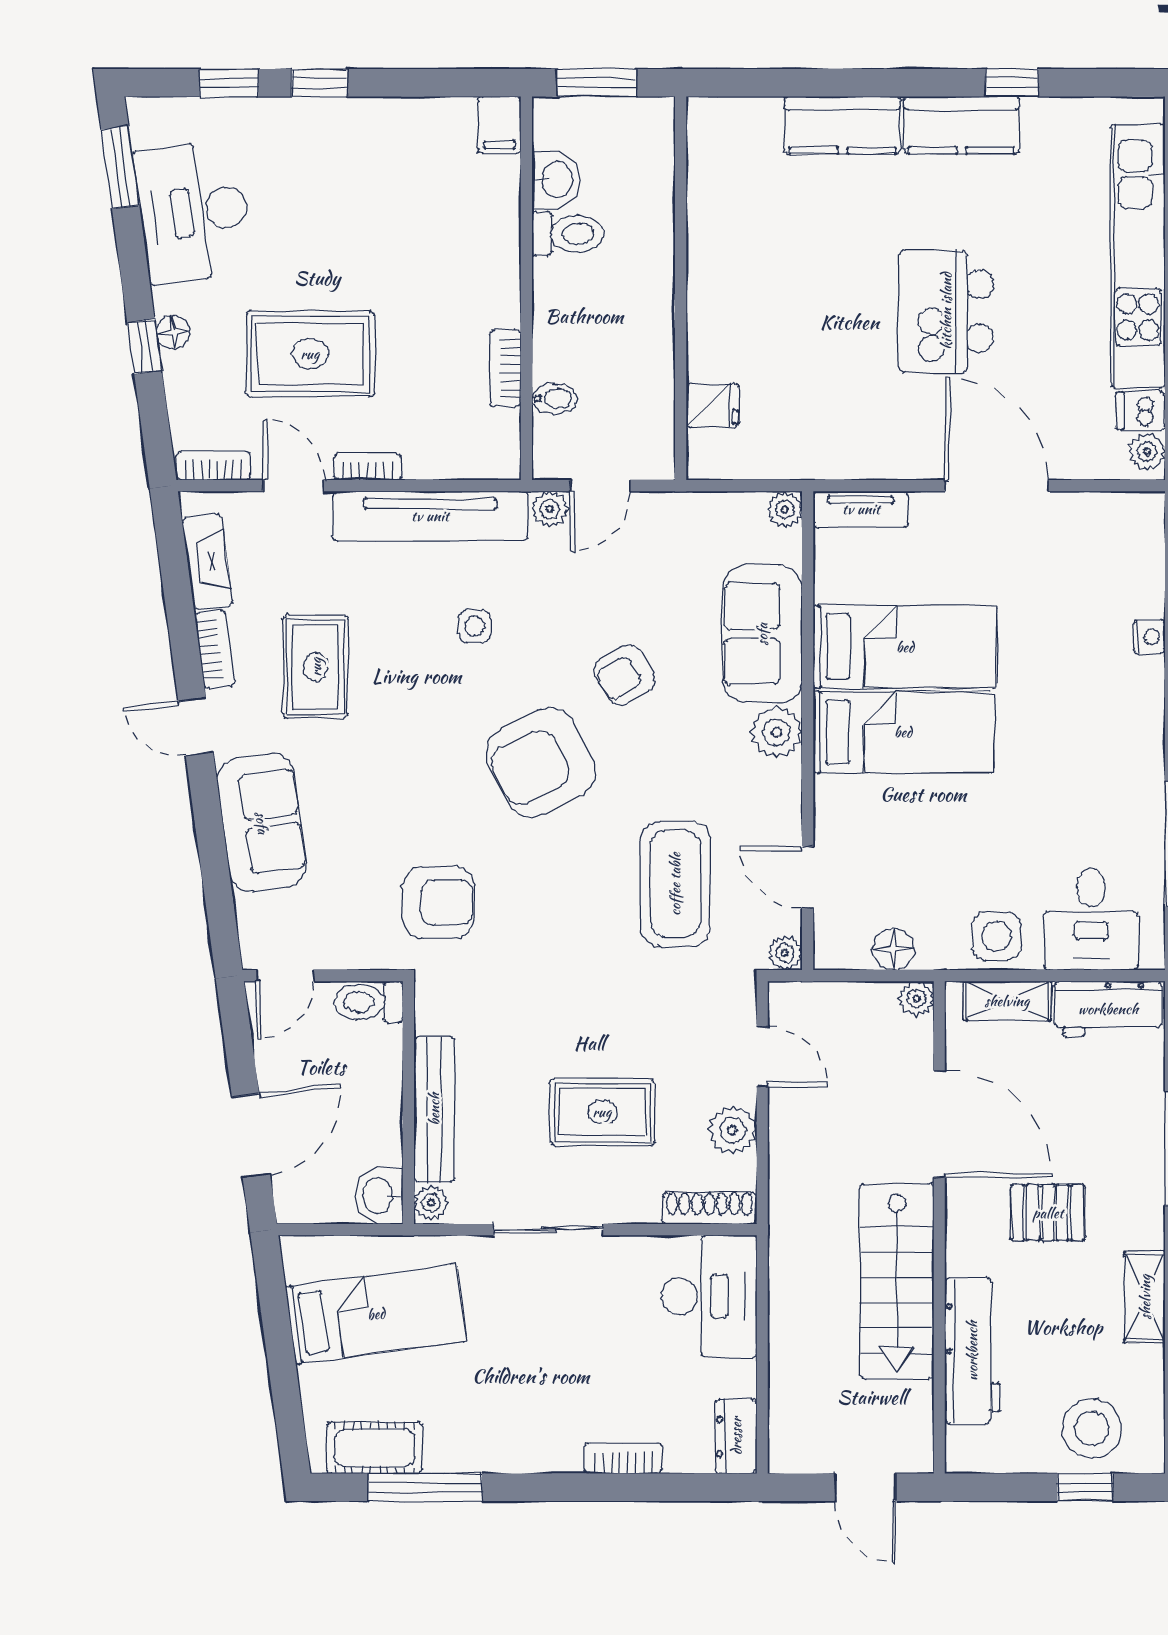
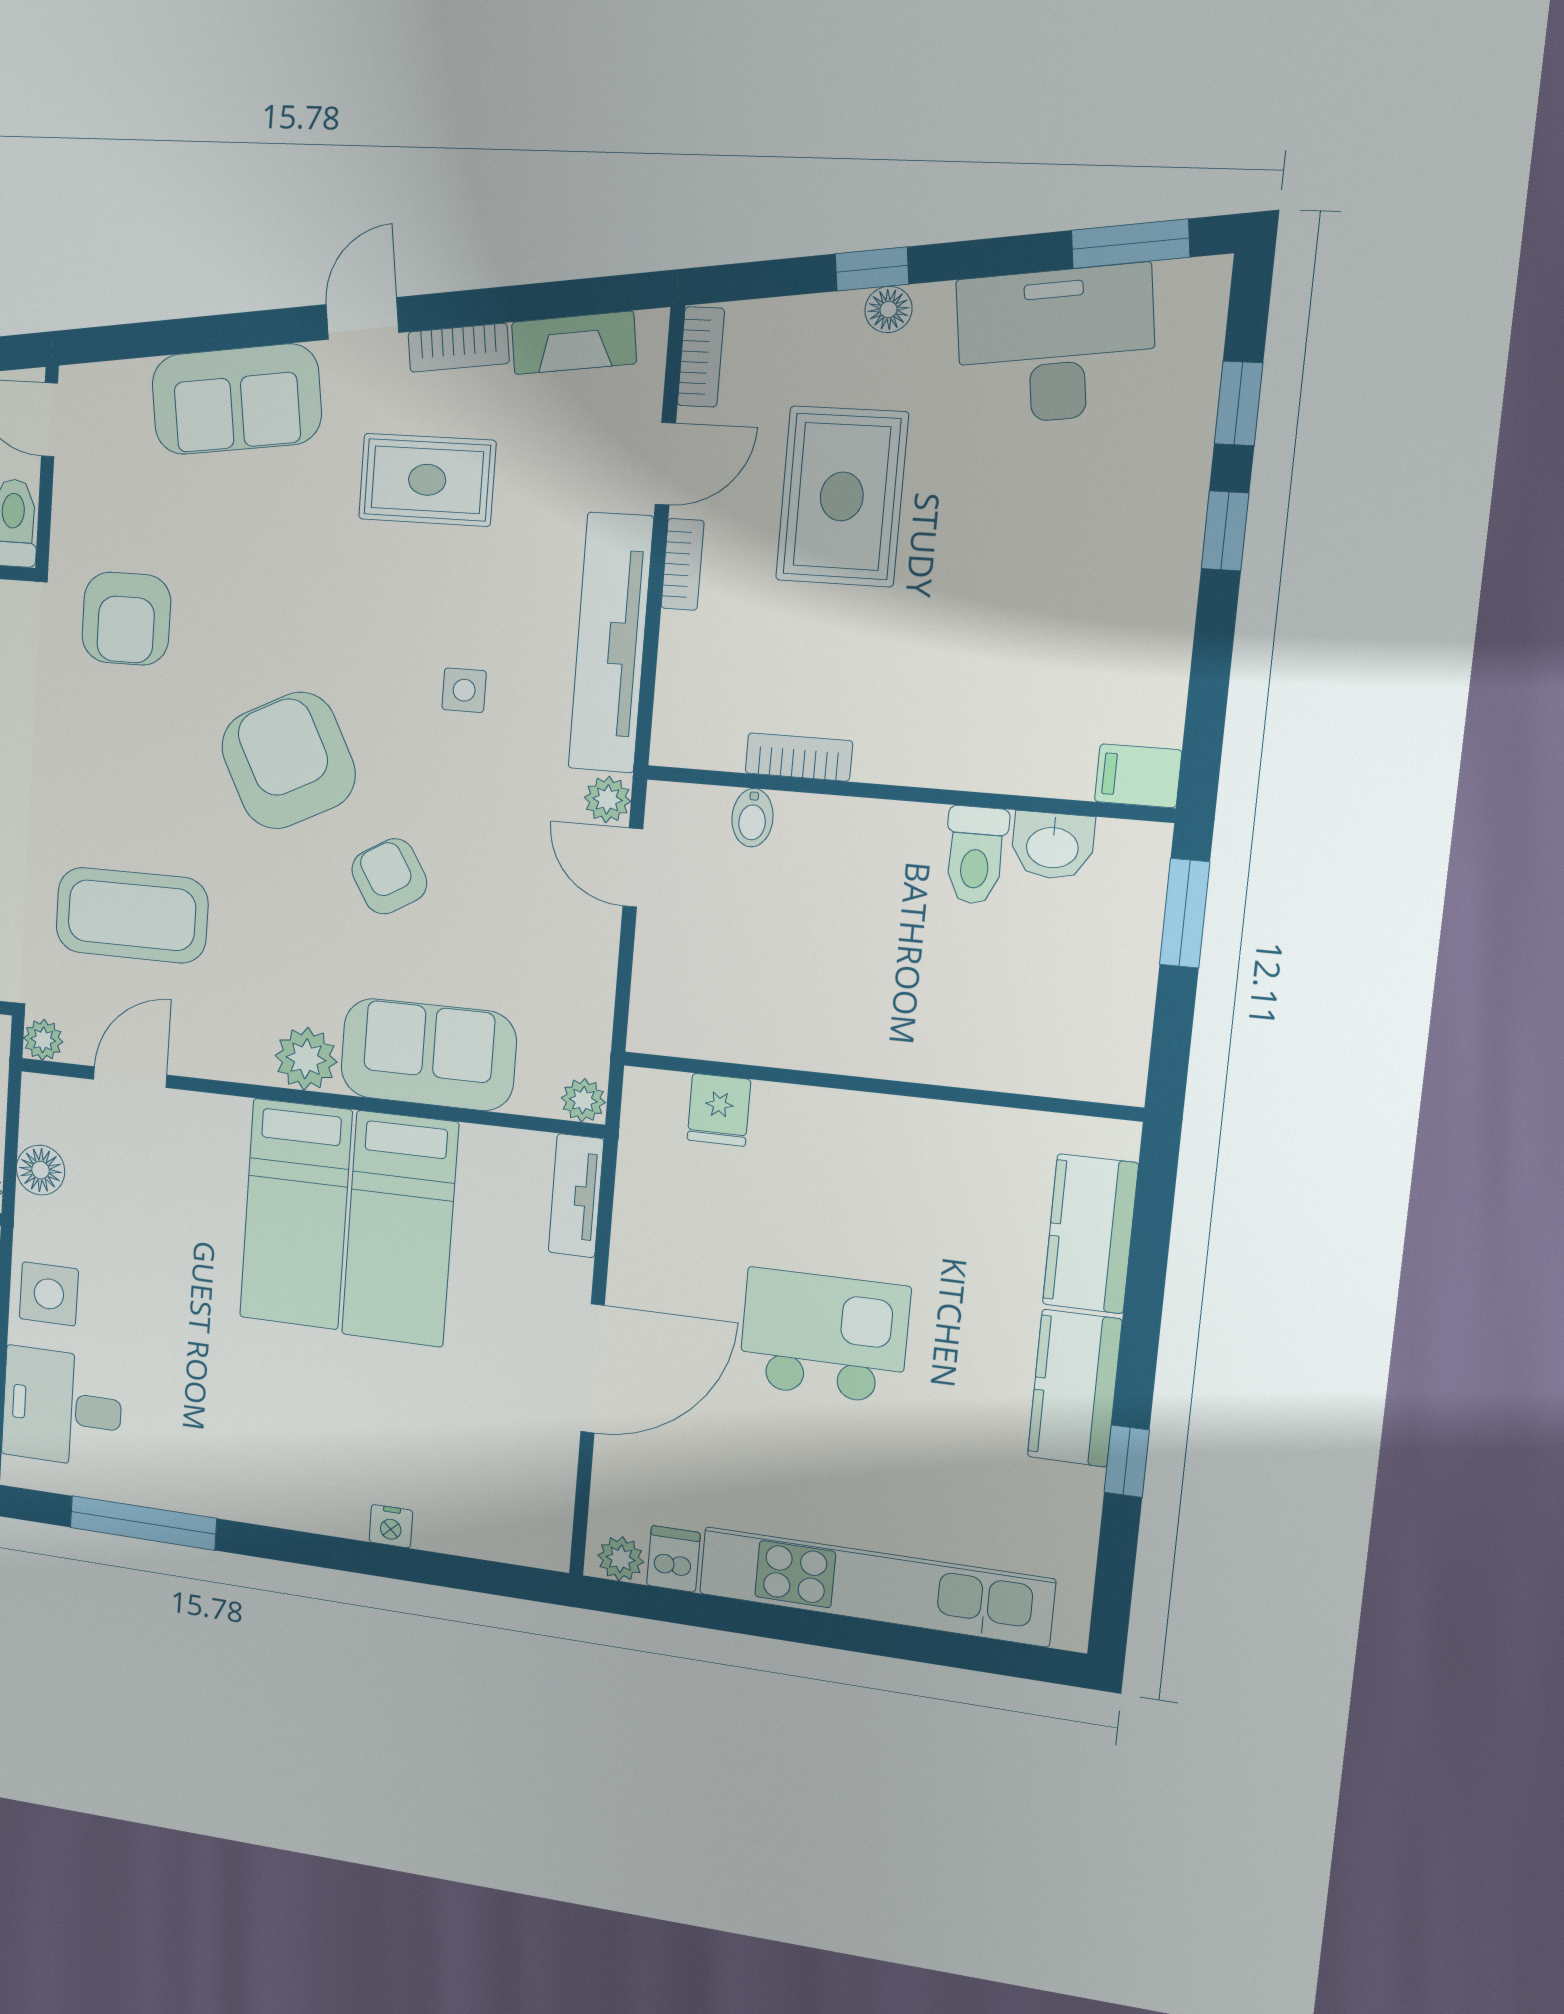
wall: (681, 288) -> (878, 1086), moved
fridge: (712, 405) -> (719, 1110), moved

